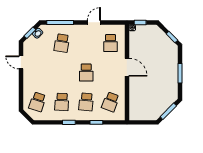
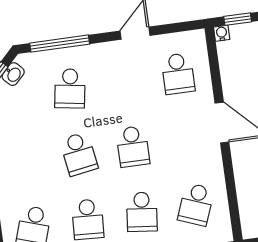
school desk: (62, 72) -> (79, 154), added

